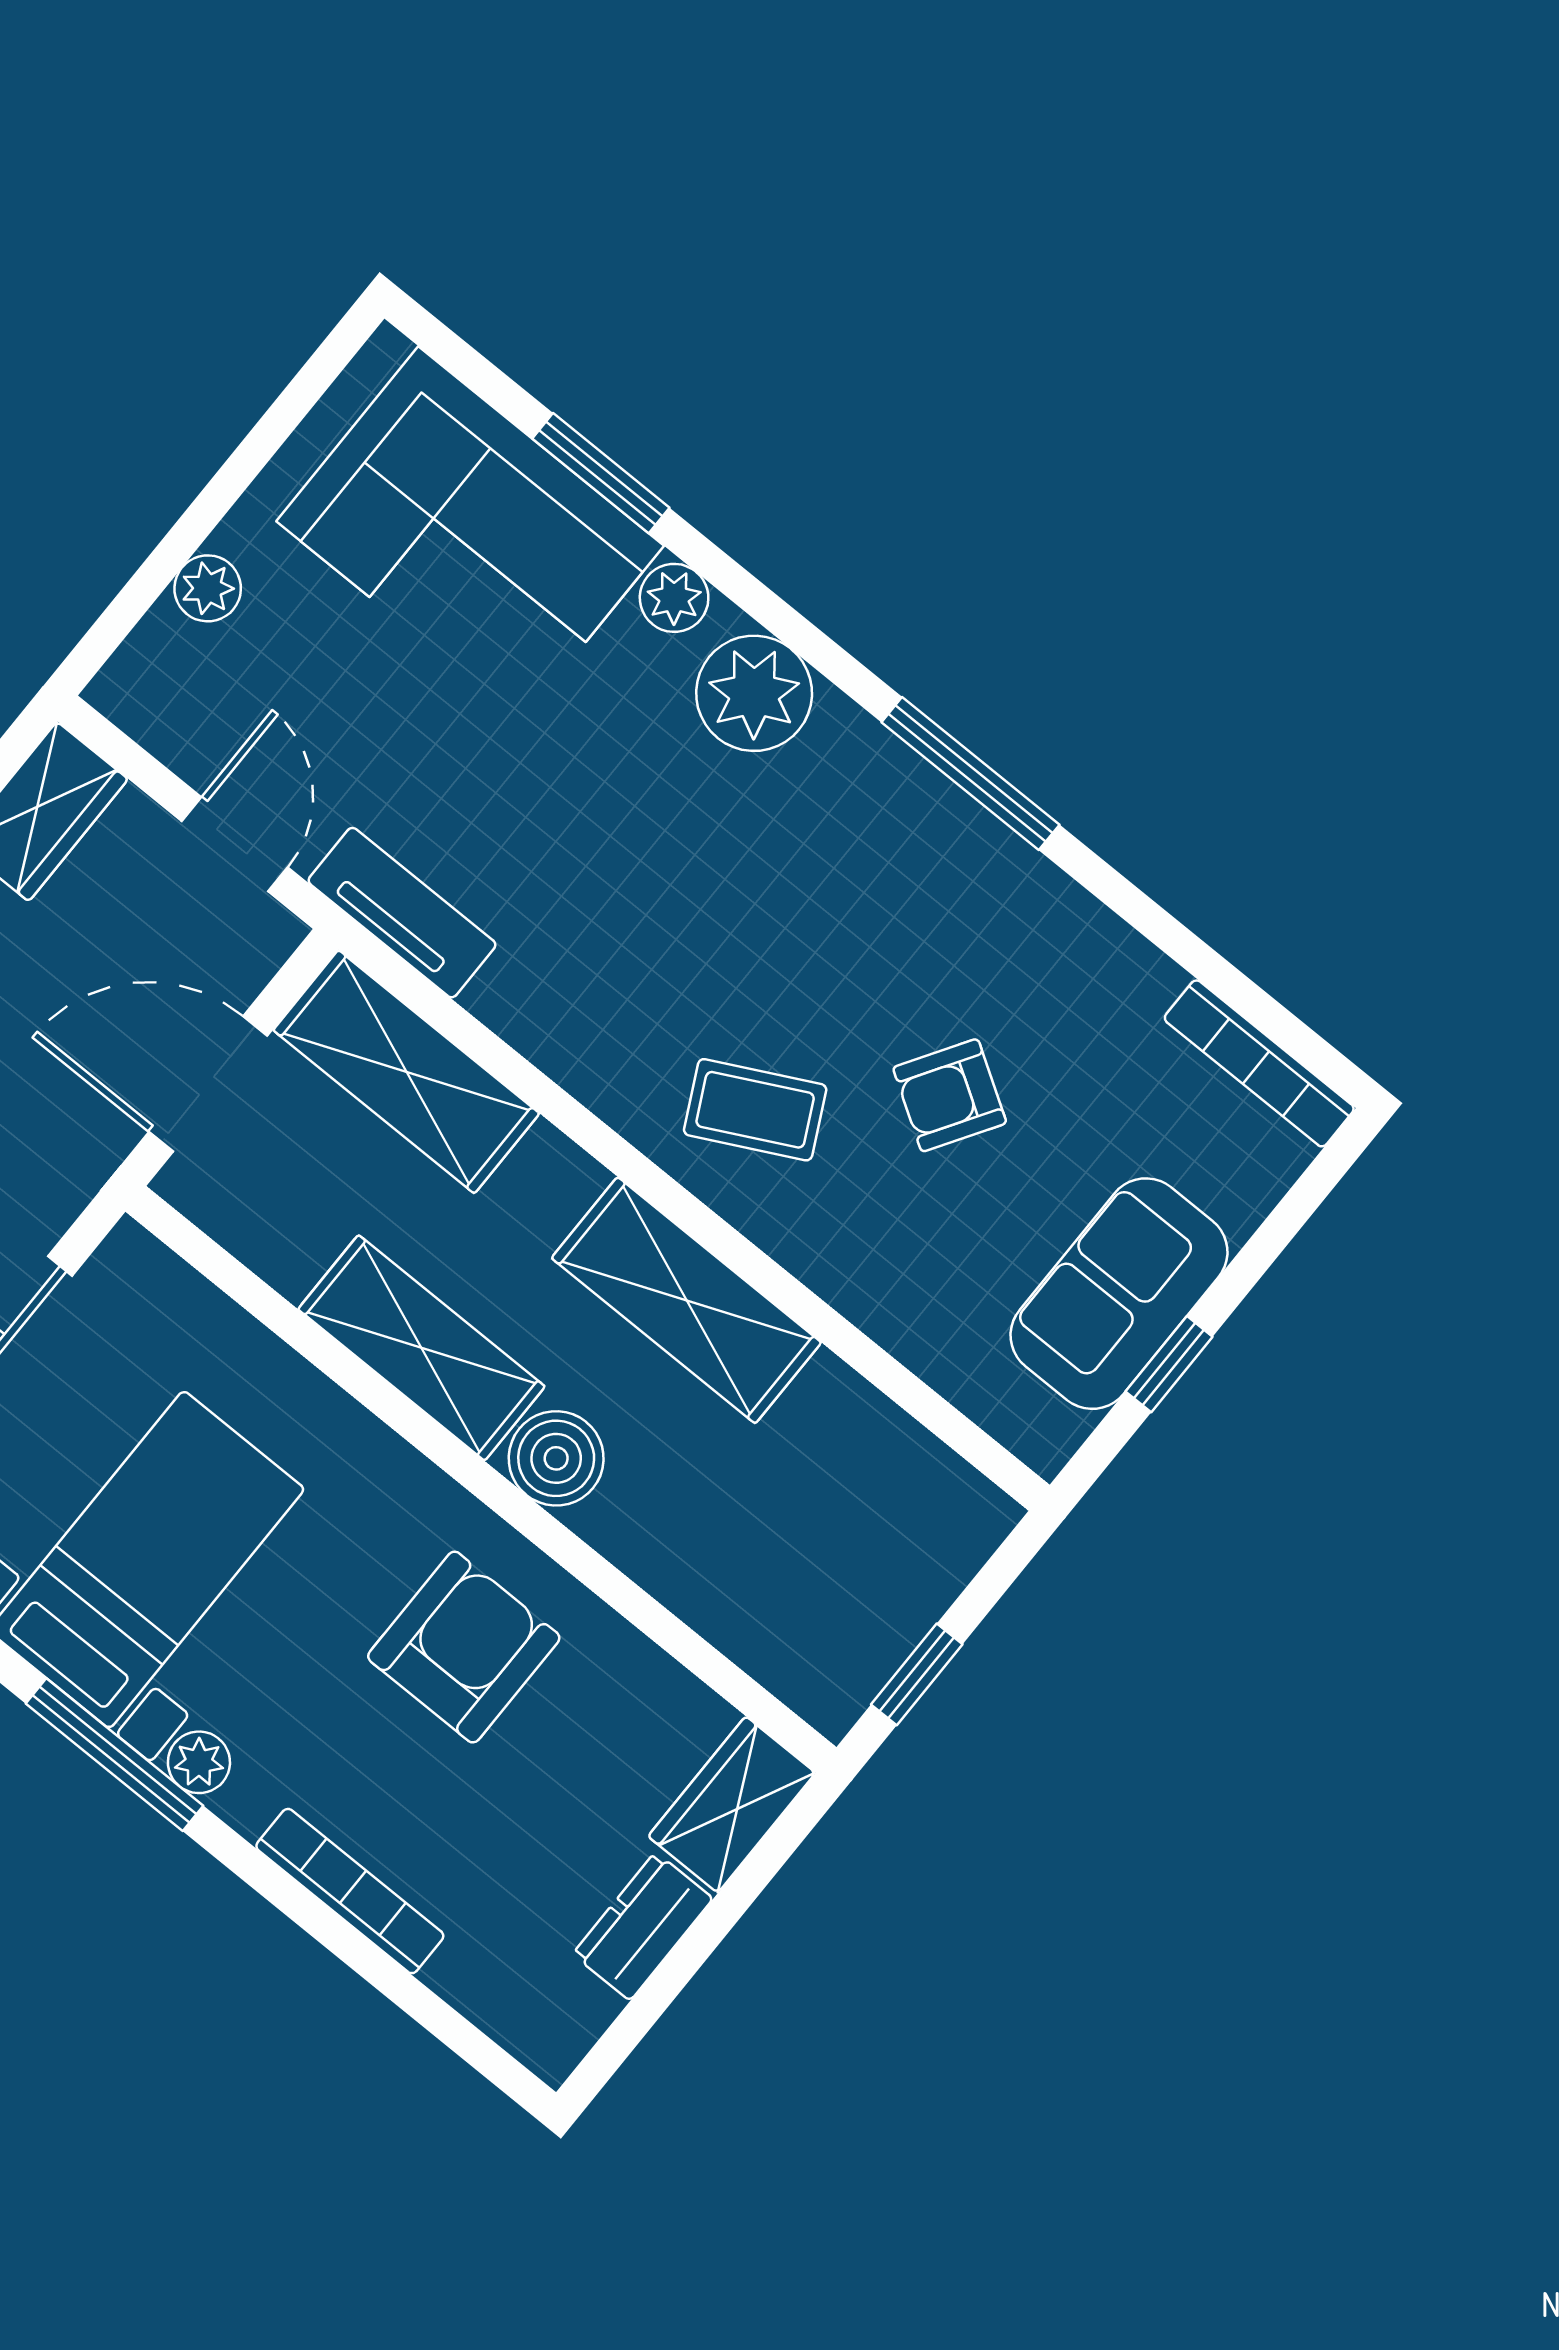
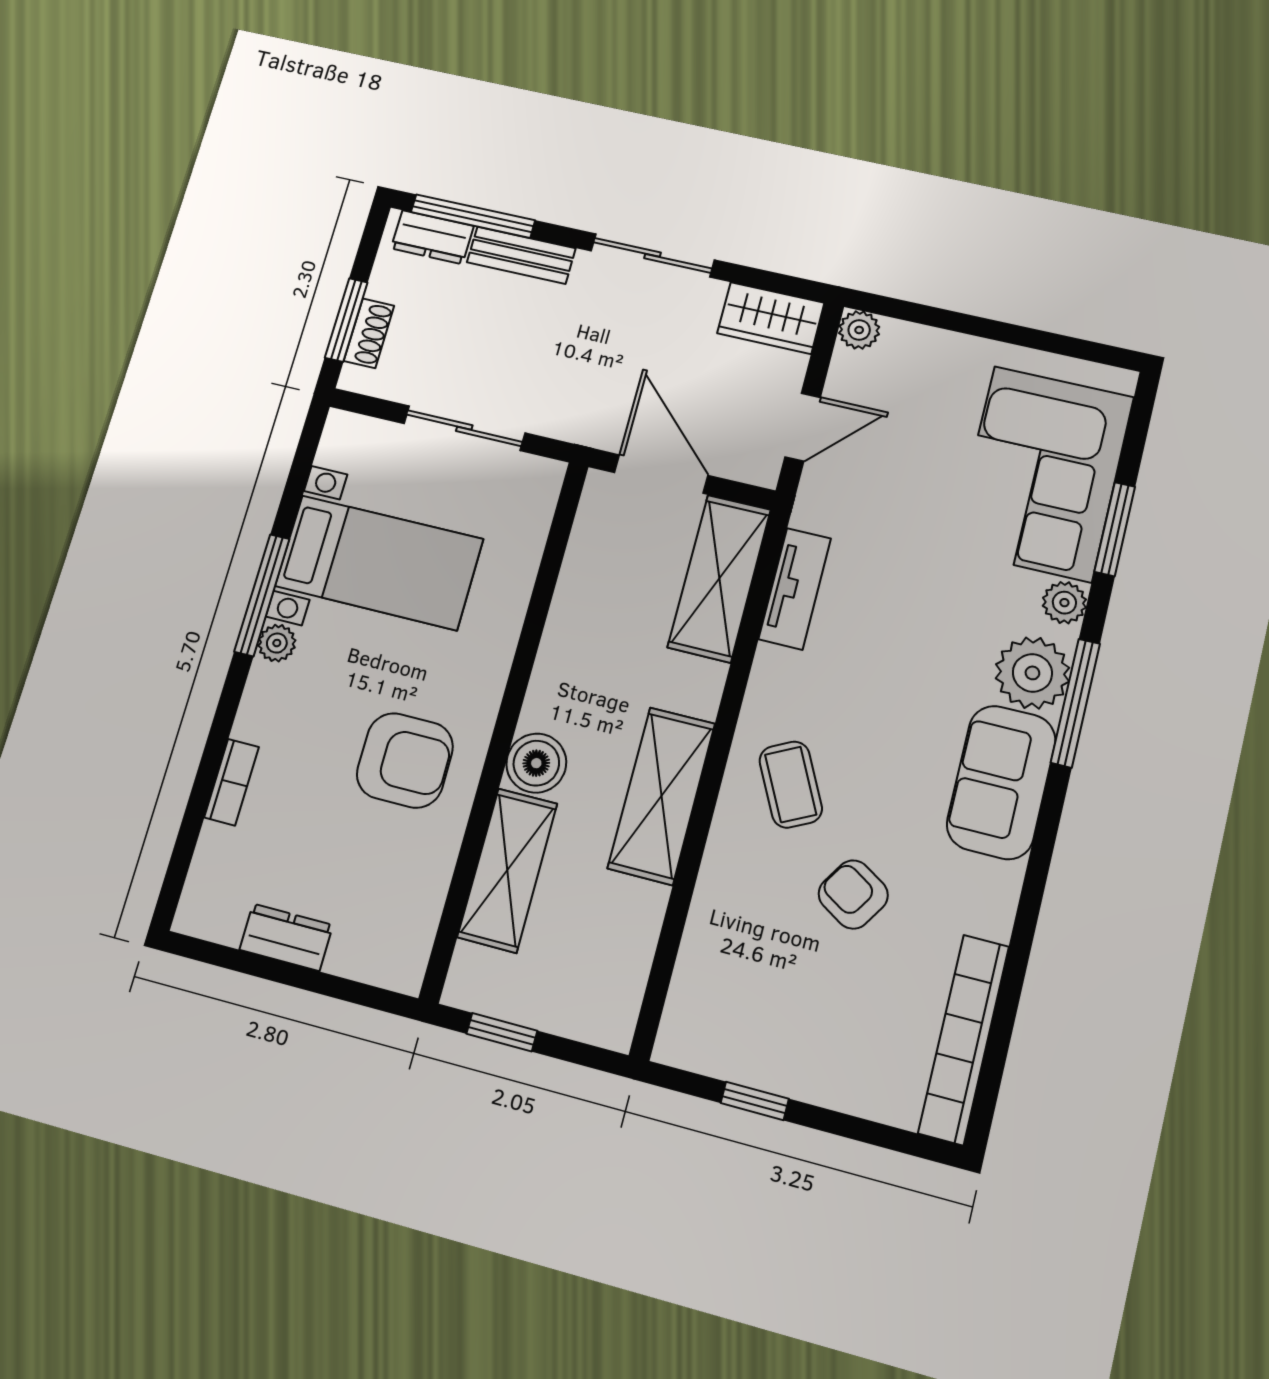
plant: (208, 588) -> (859, 330), moved
window: (970, 773) -> (1075, 703), moved
tv unit: (402, 913) -> (795, 589), moved
bookcase: (1259, 1063) -> (964, 1039), width x1.48, depth x1.31
sofa: (1119, 1294) -> (1001, 782), moved, turned -90
shelving: (421, 1348) -> (507, 870), moved
wardrobe: (732, 1805) -> (379, 957), removed
bookcase: (350, 1891) -> (231, 782), width x0.64

